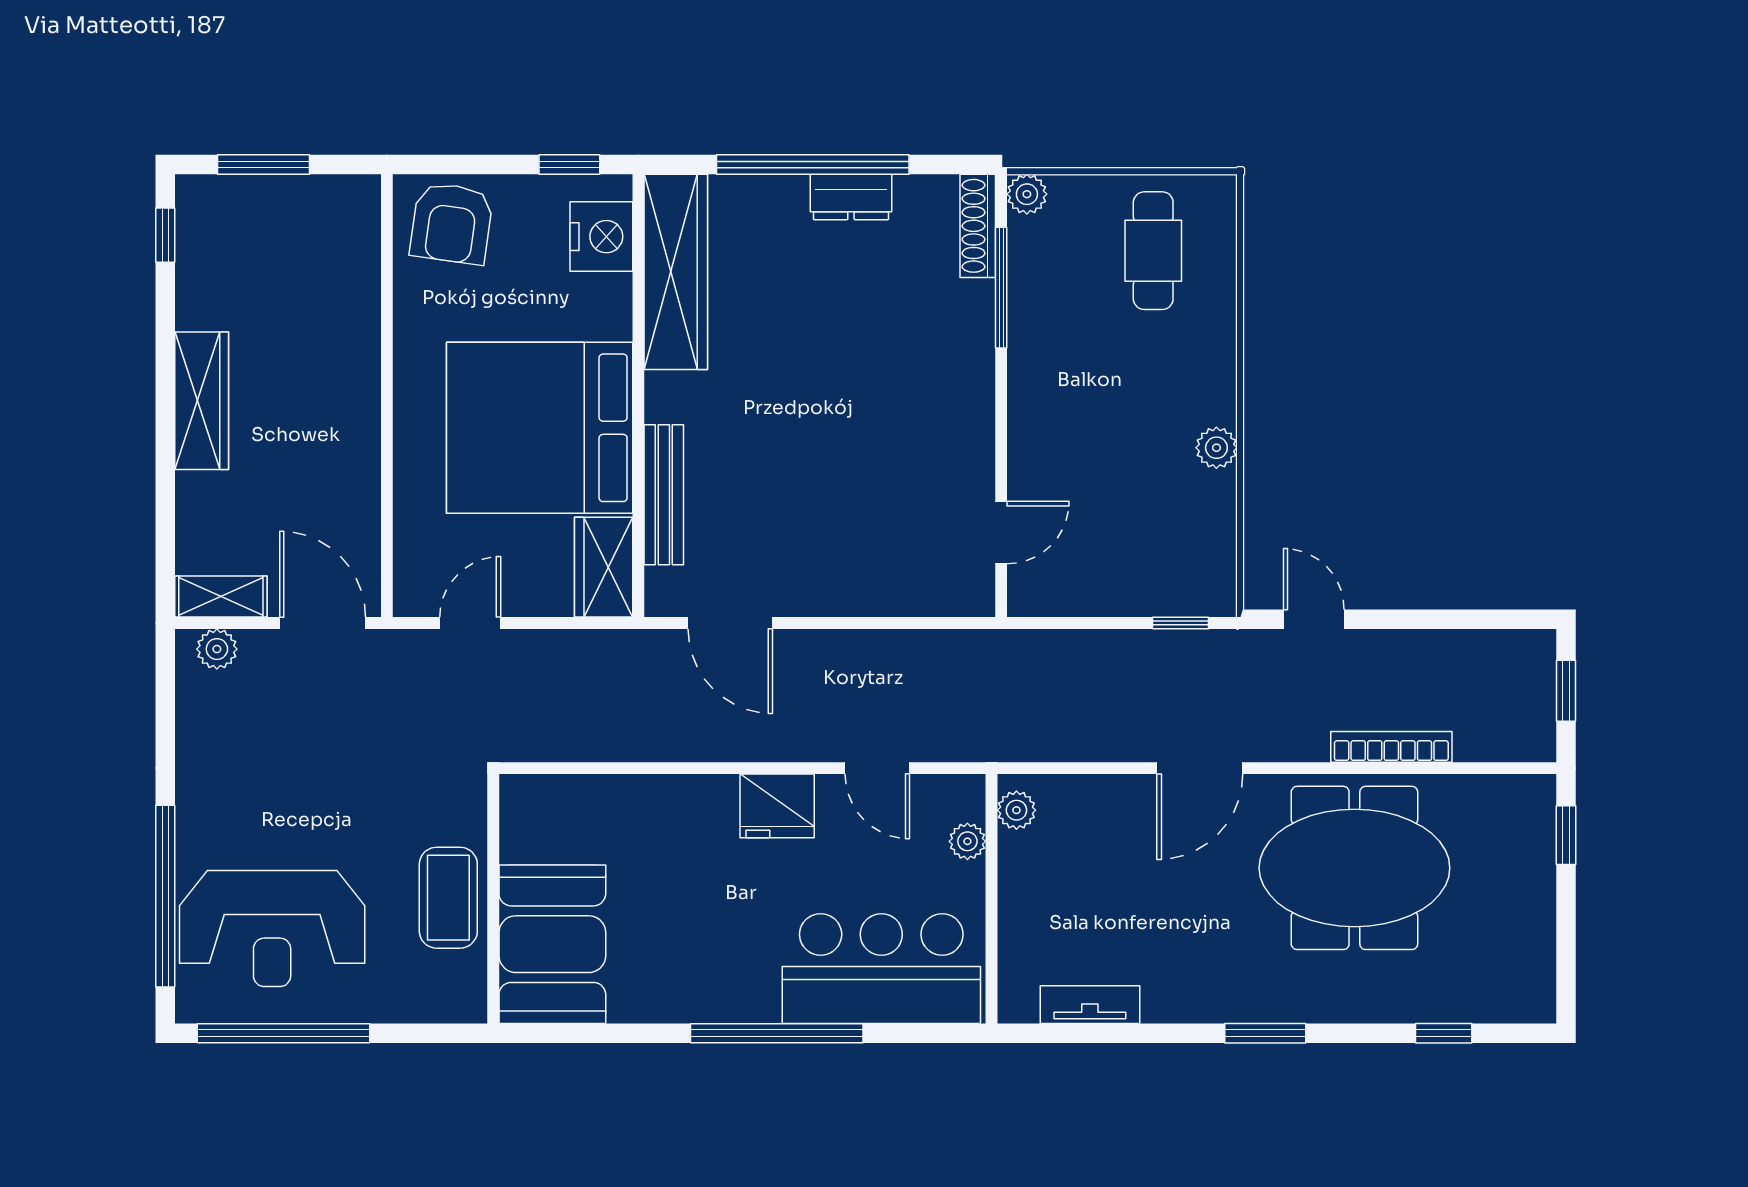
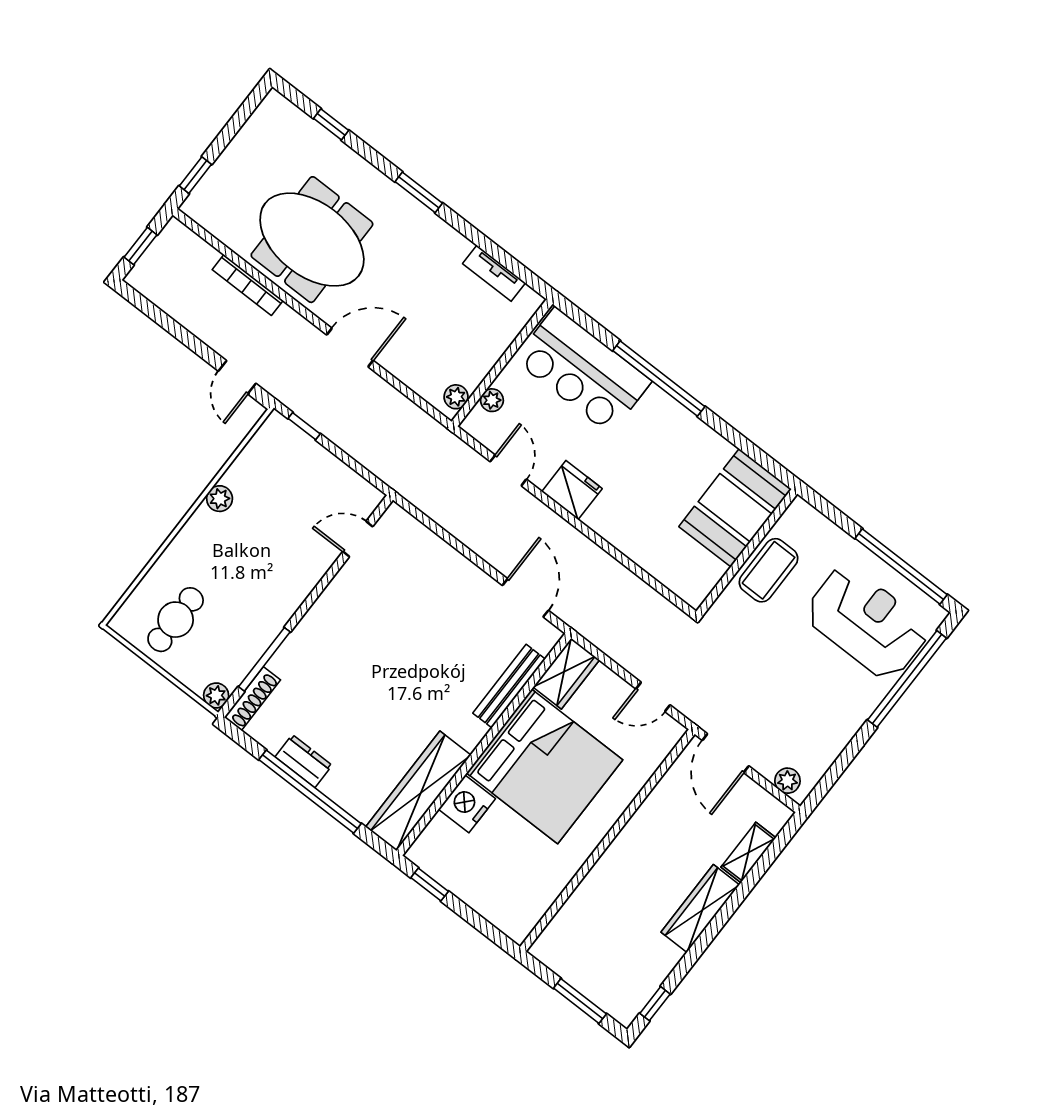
armchair: (452, 223) -> (510, 900), removed
nightstand: (601, 237) -> (467, 804), moved
shelving: (221, 597) -> (748, 852), moved, turned 90

